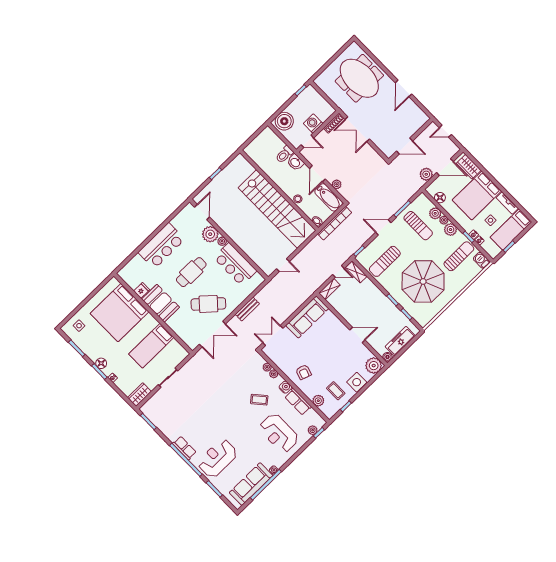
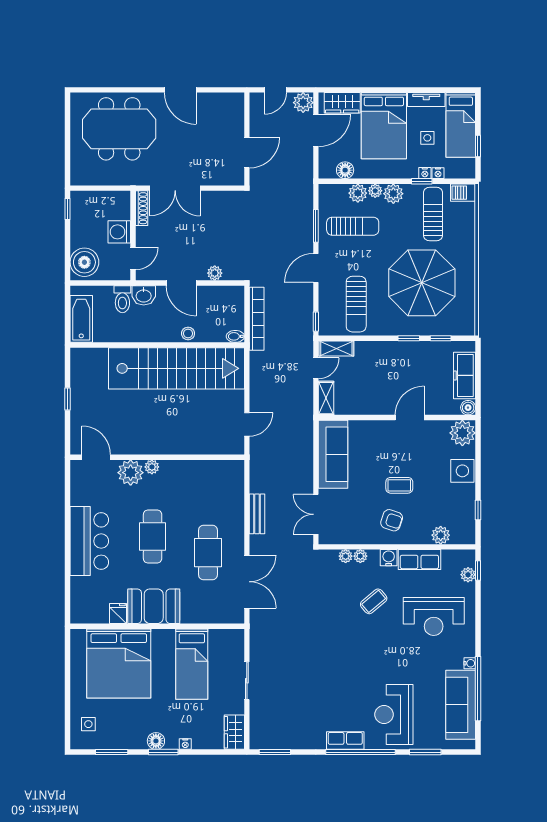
plant: (426, 174) -> (303, 103), moved
bathtub: (329, 197) -> (81, 319), moved, turned -90
bar counter: (235, 264) -> (193, 478), removed
cafe table: (208, 304) -> (208, 553), turned -42
coffee table: (336, 391) -> (399, 485), moved

